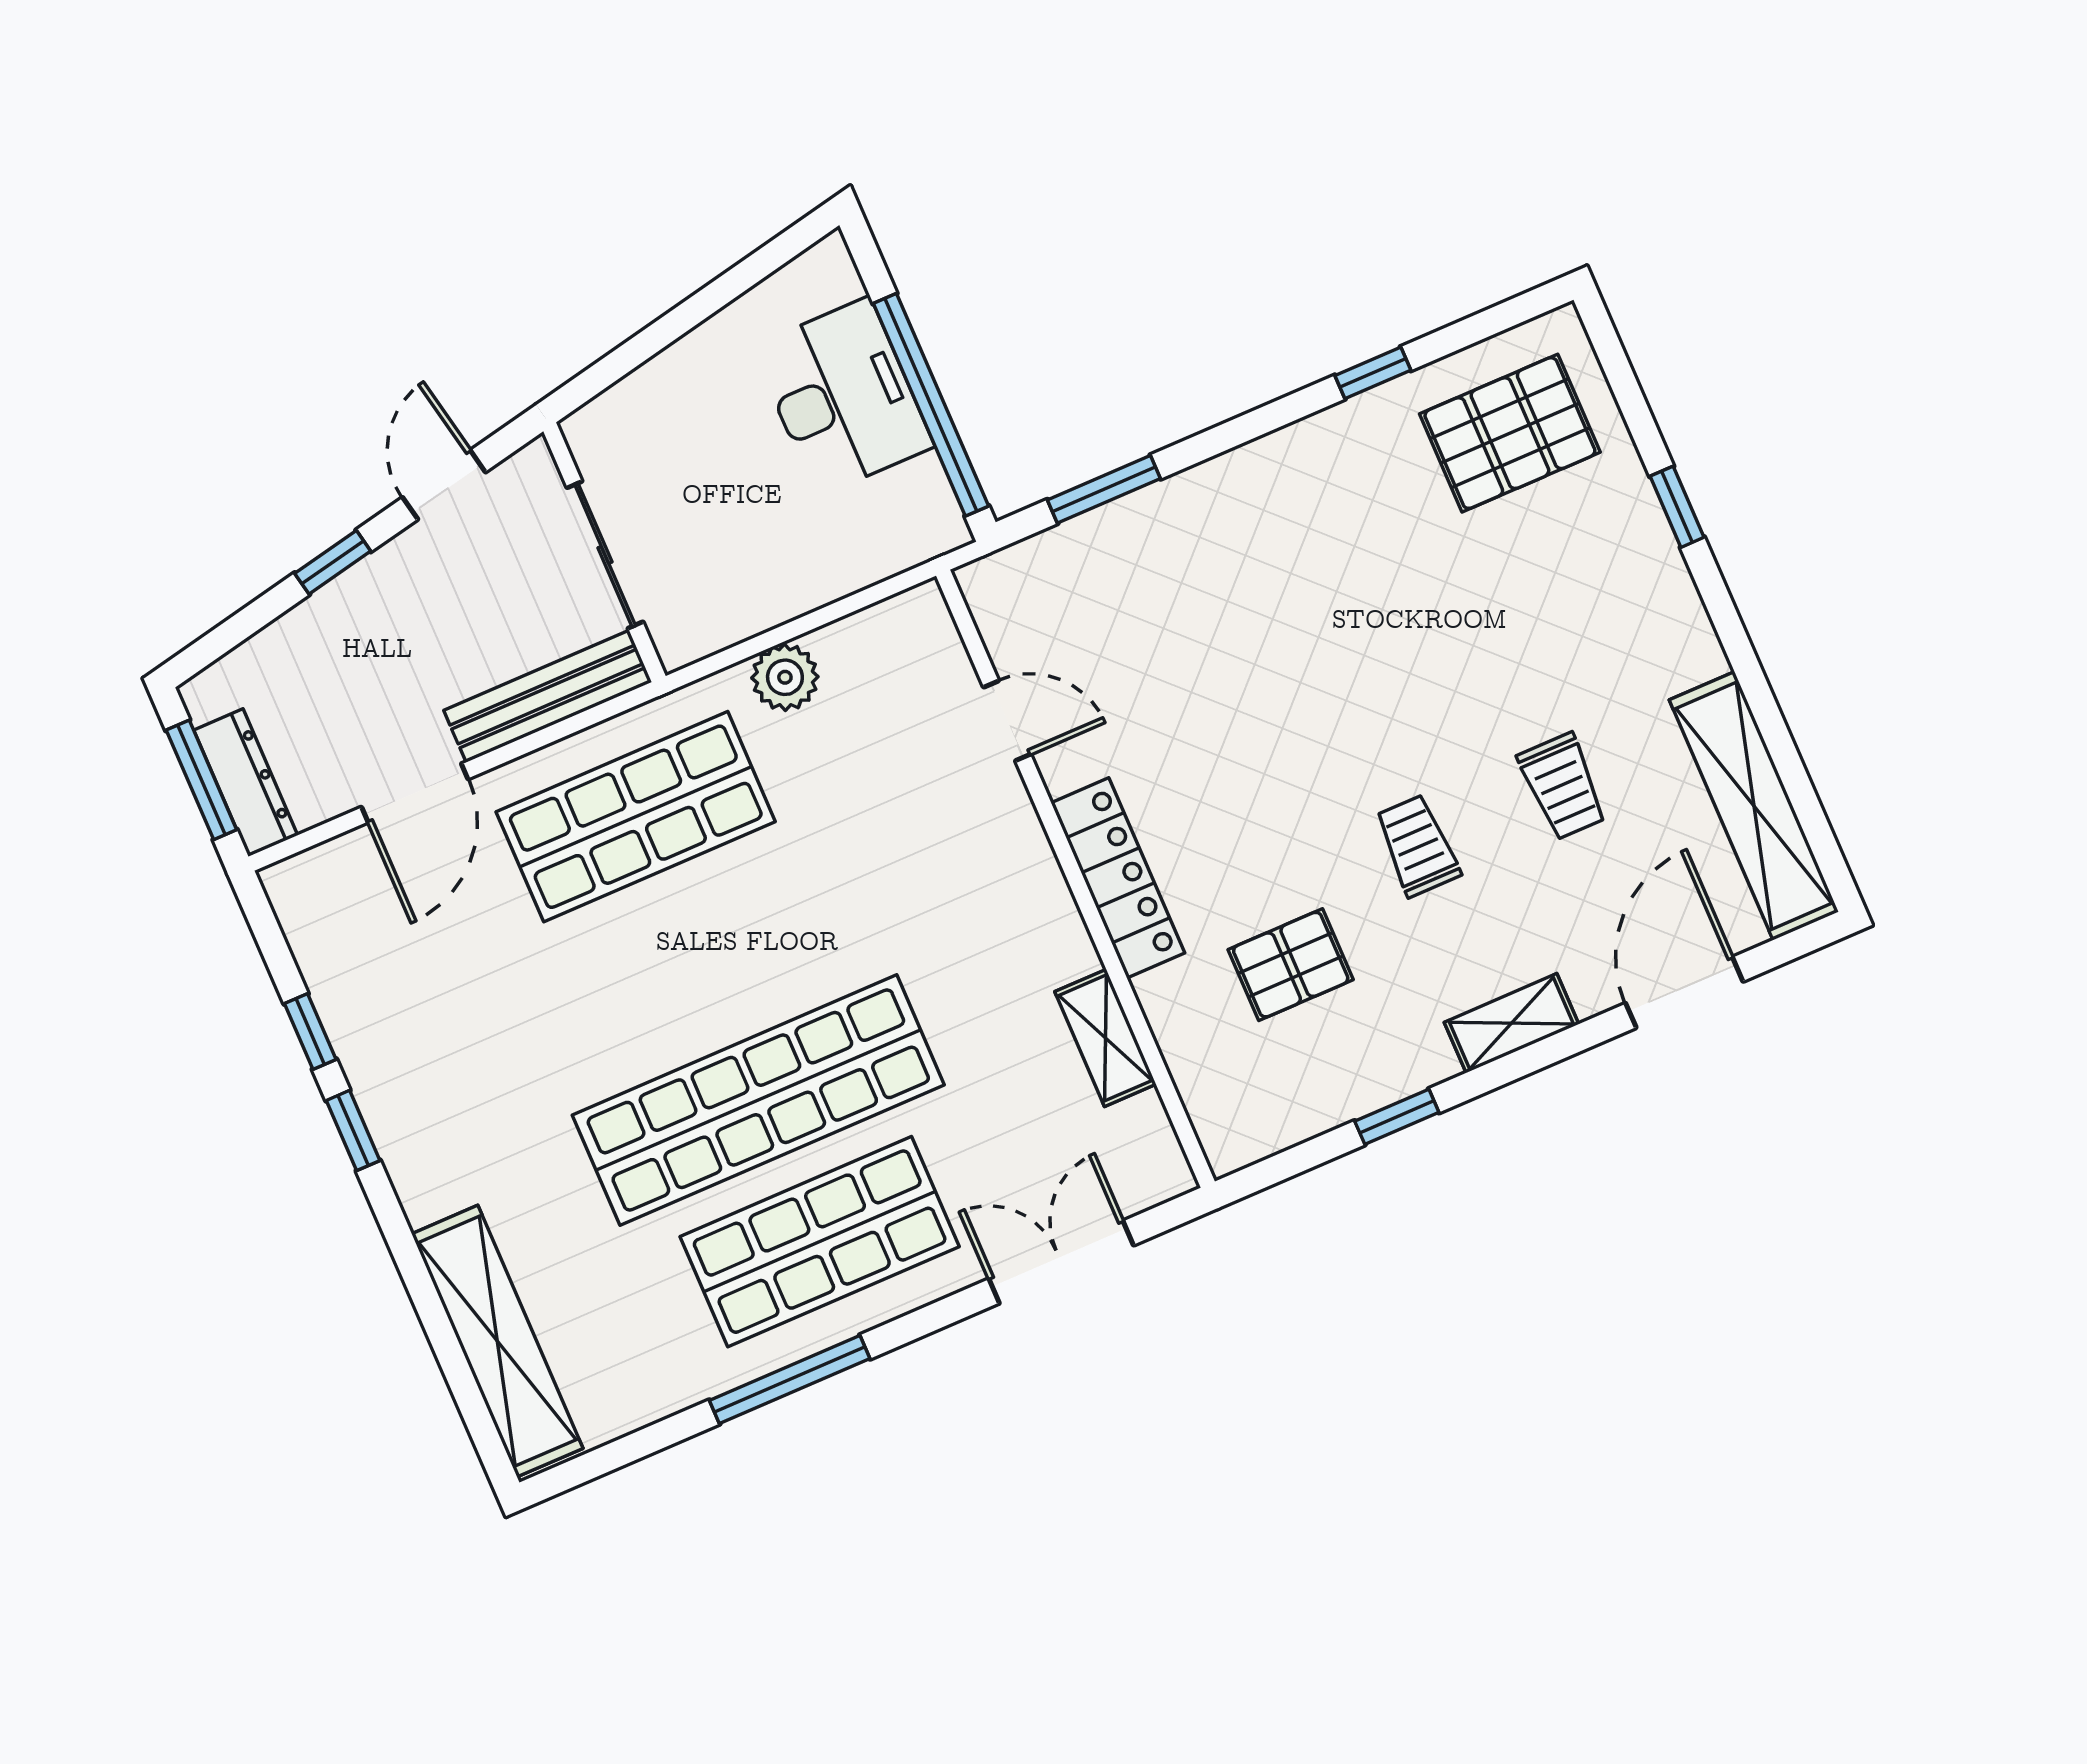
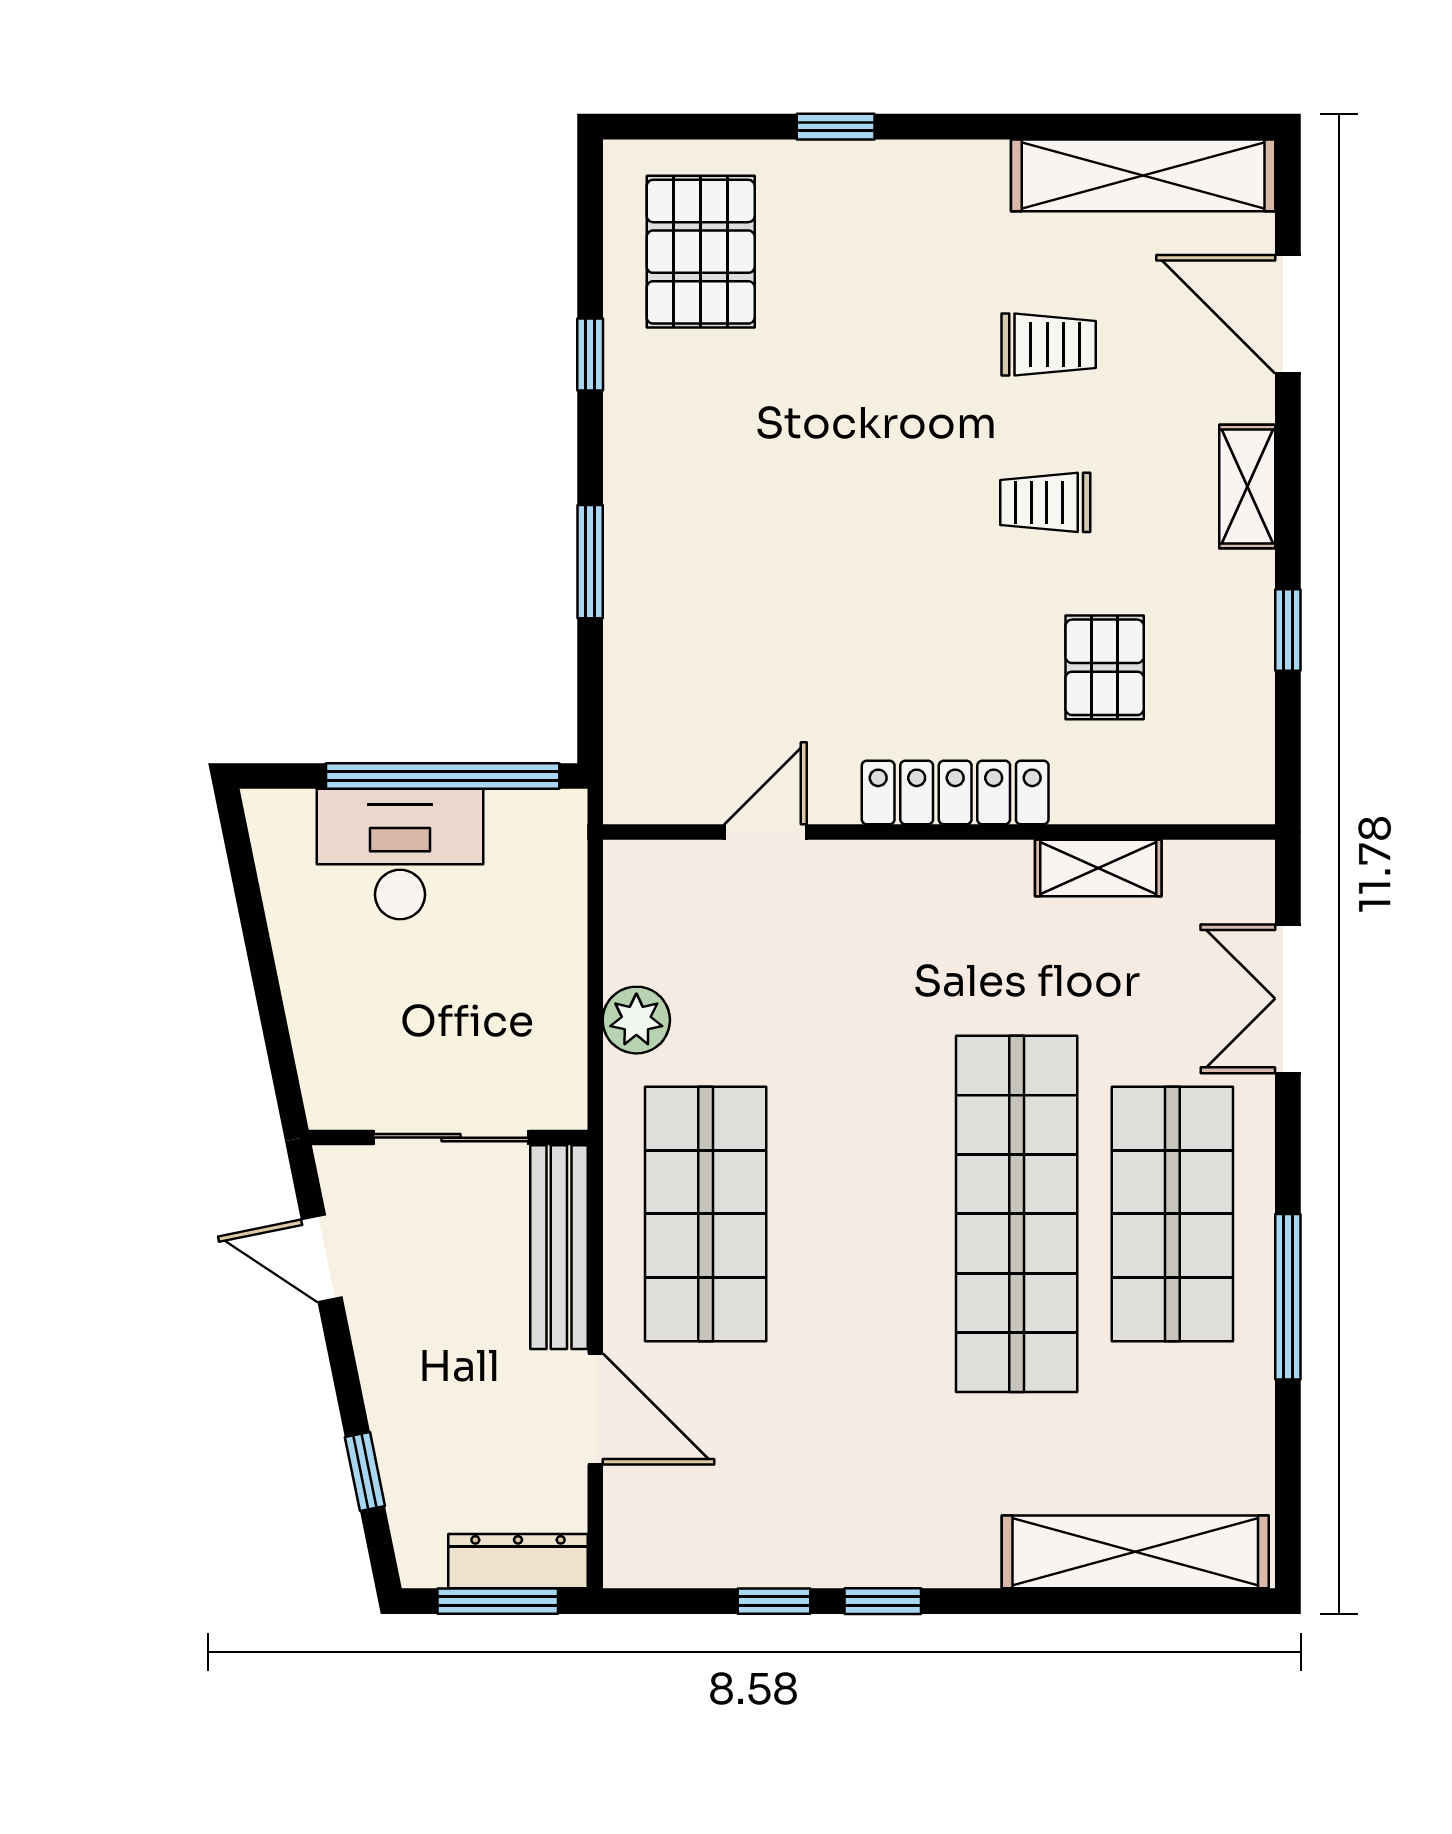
window: (1104, 489) -> (590, 562), moved
window: (333, 562) -> (365, 1472), moved

